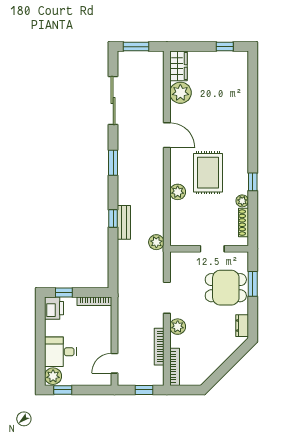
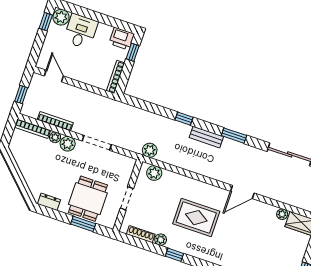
plant: (180, 93) -> (282, 214), width x0.53, depth x0.53
plant: (178, 192) -> (154, 173), moved
bench: (124, 222) -> (206, 137), moved
plant: (175, 341) -> (55, 137), added

